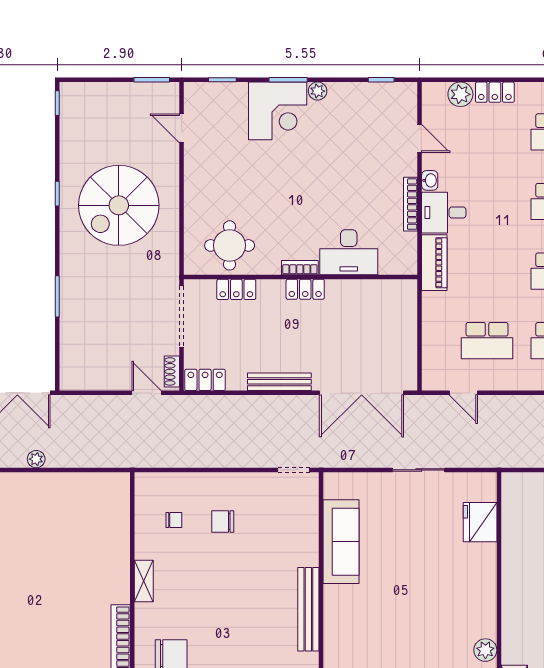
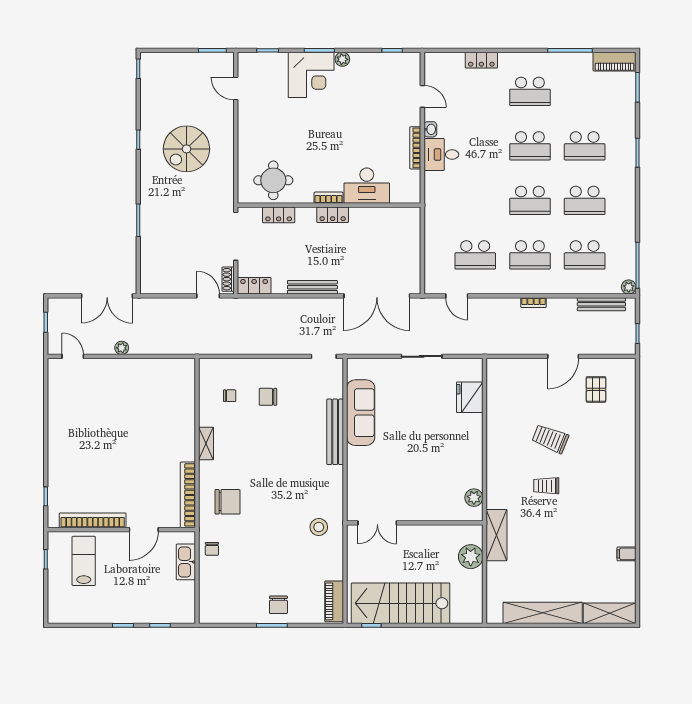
plant: (460, 94) -> (454, 62), removed
spiral stairs: (119, 205) -> (186, 149), width x0.73, depth x0.73
piano: (434, 263) -> (434, 194), removed
bench: (308, 609) -> (335, 432), moved

